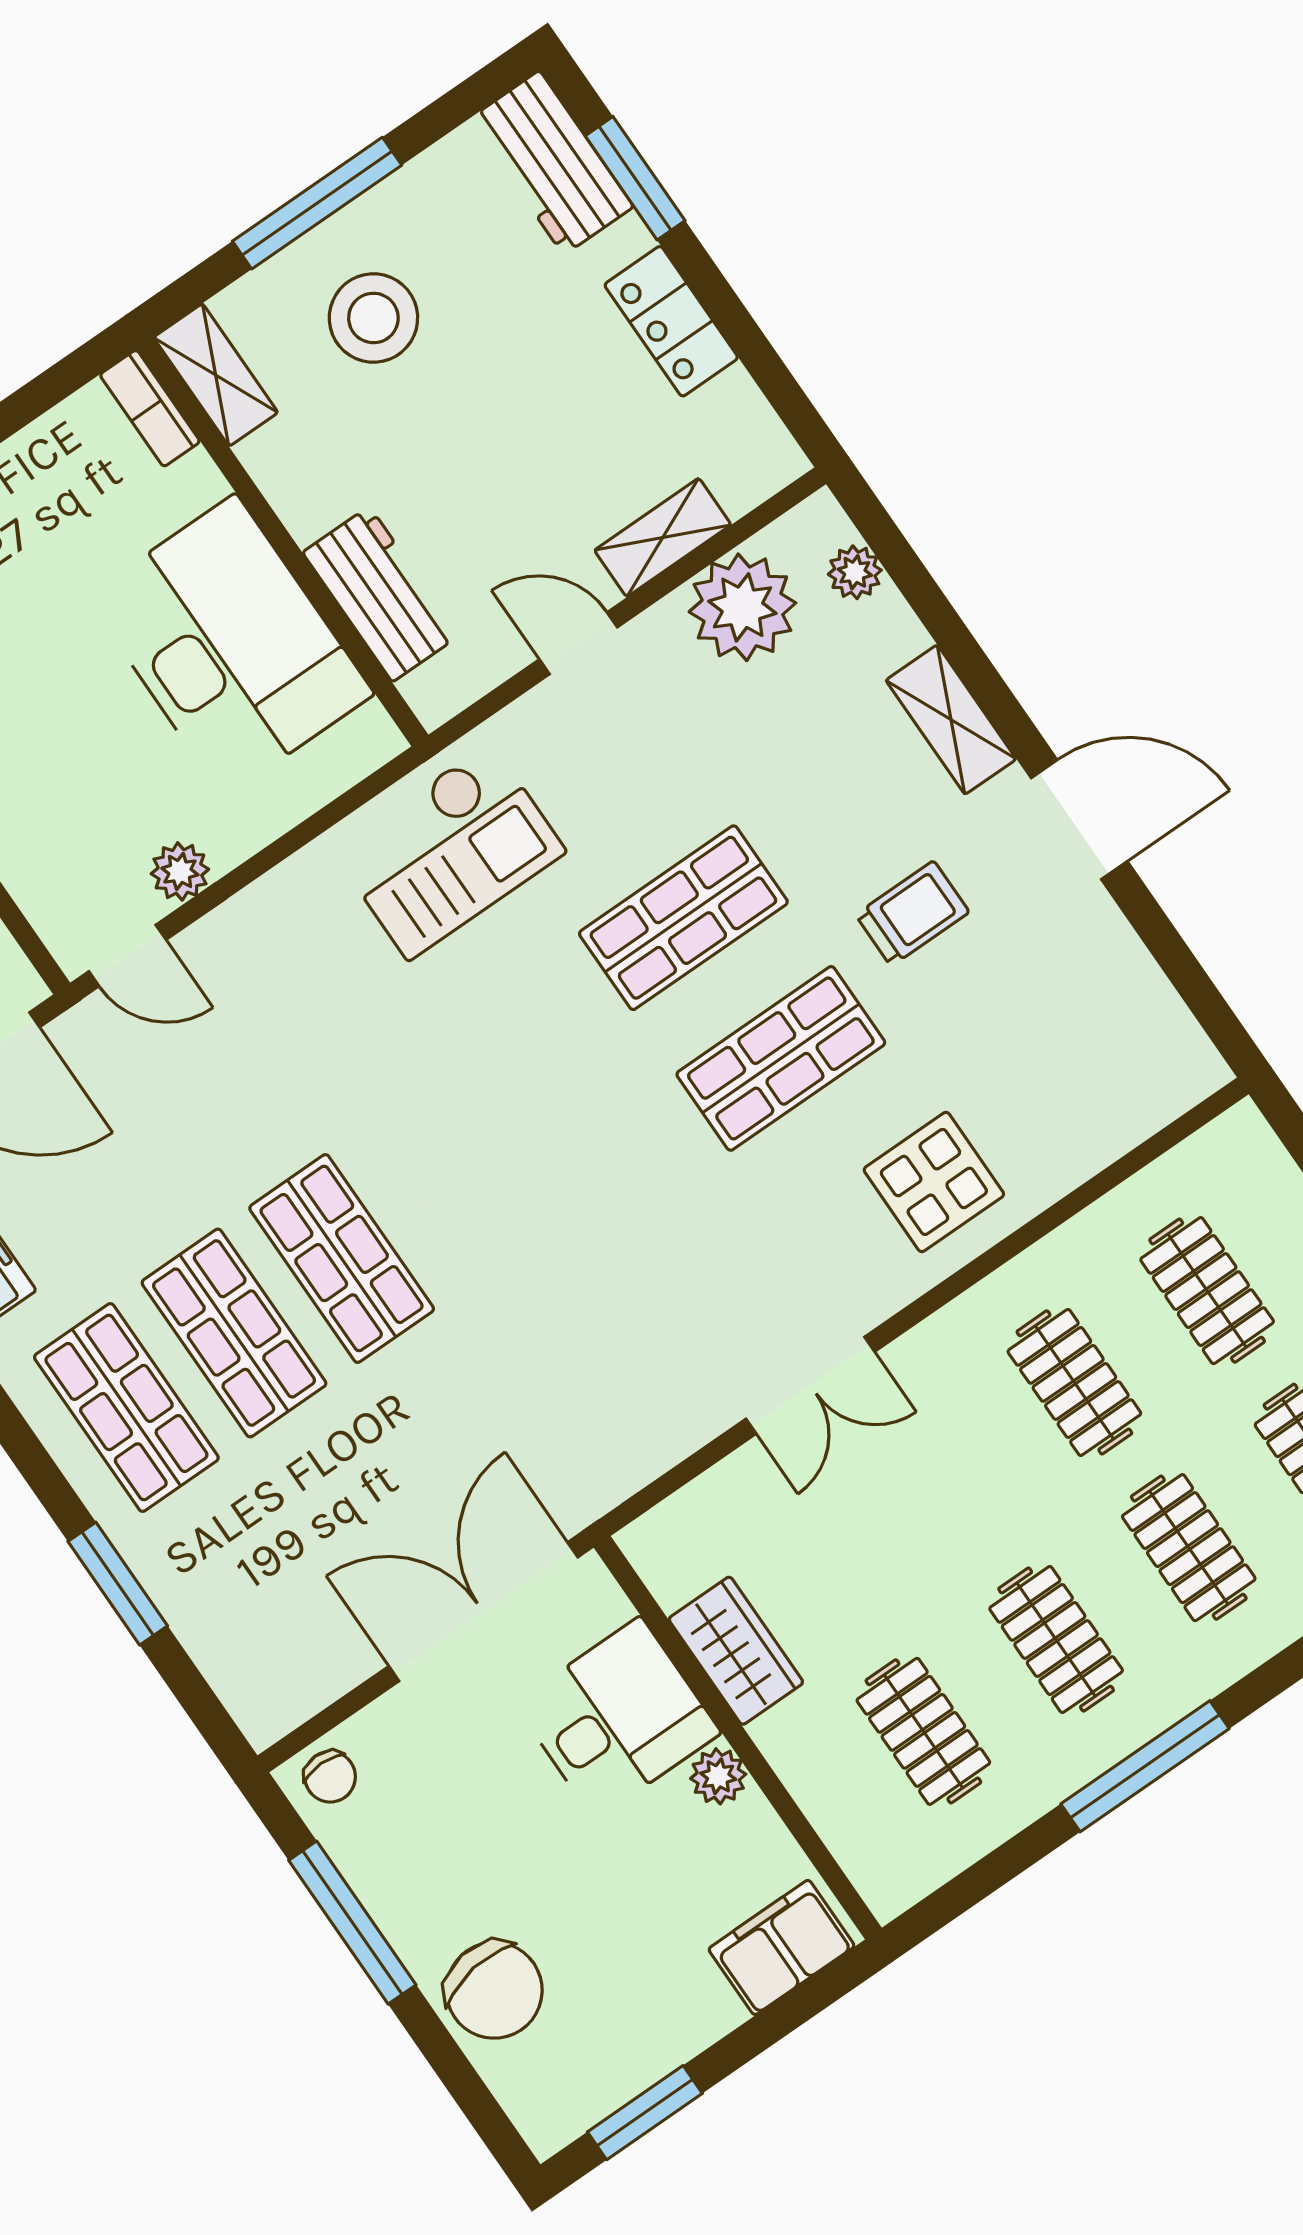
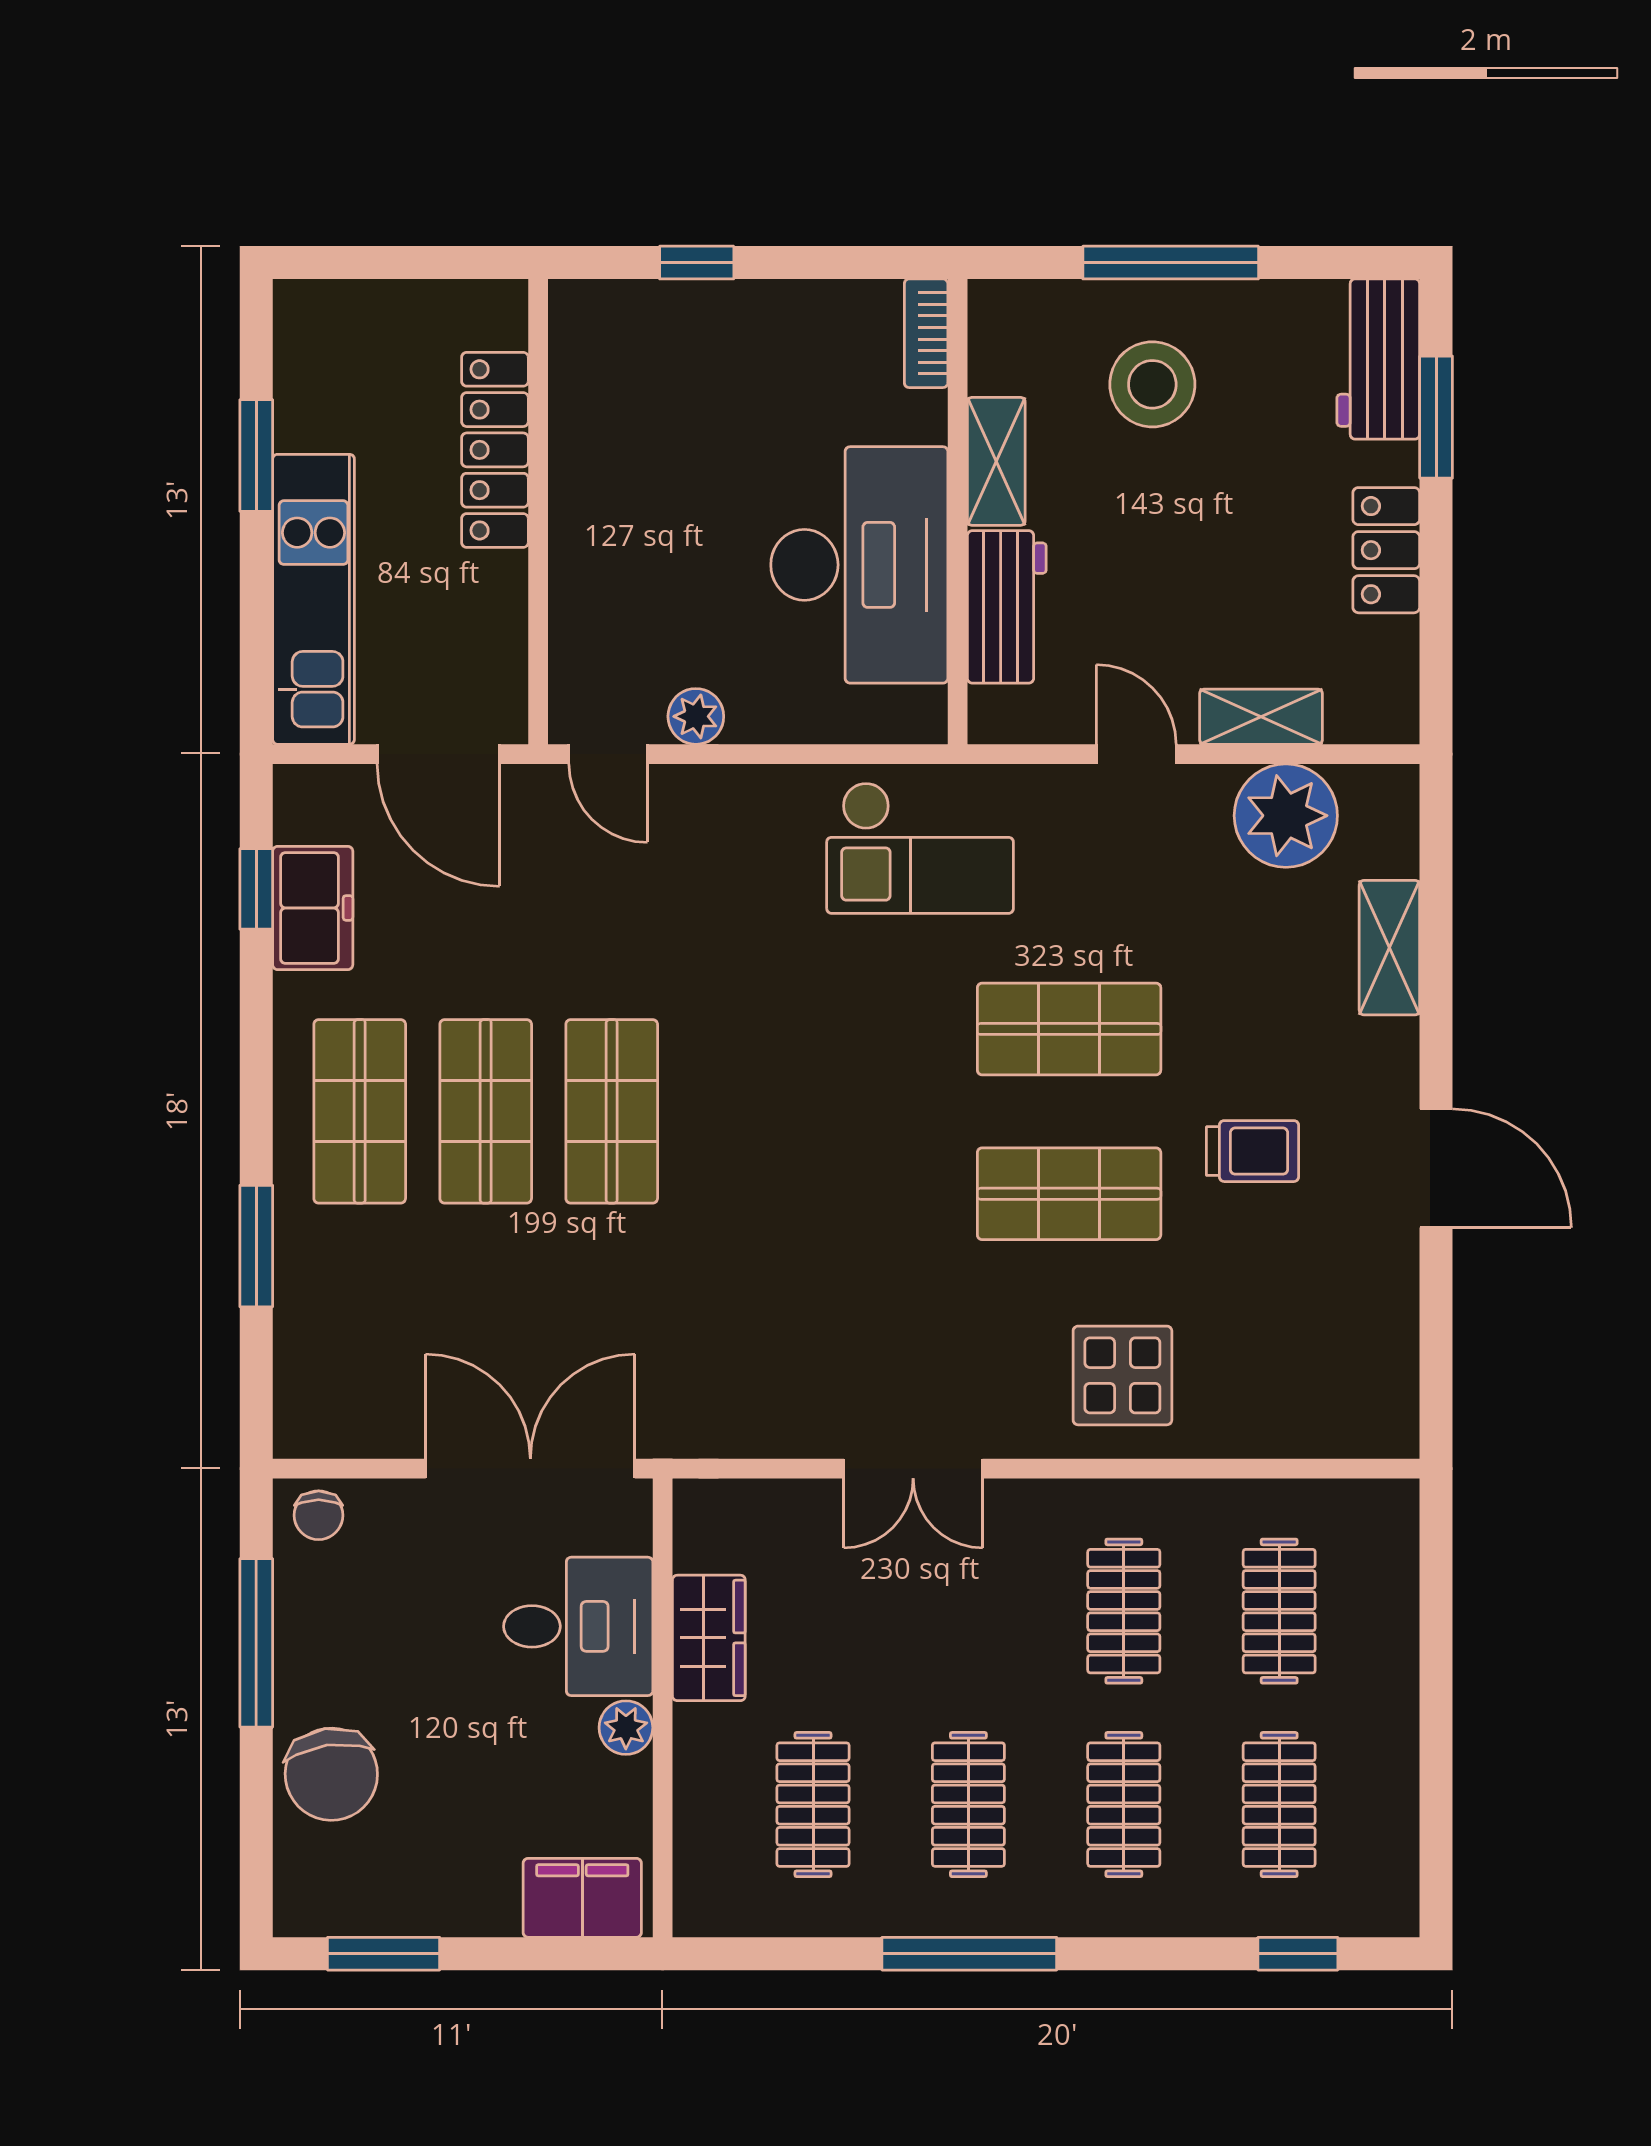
shelving: (216, 375) -> (996, 461), moved
plant: (855, 572) -> (1394, 849), removed
shelving: (951, 720) -> (1389, 948), moved

